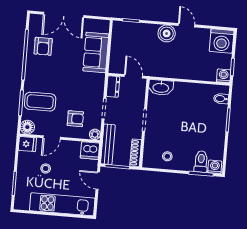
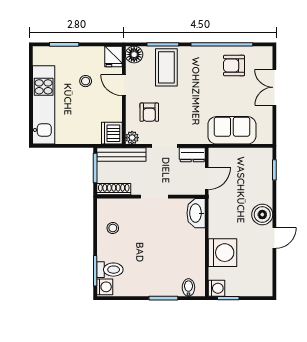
double door: (64, 15) -> (274, 87), width x0.73
washing machine: (222, 41) -> (222, 253), moved, turned 180
door: (98, 181) -> (76, 146), removed

